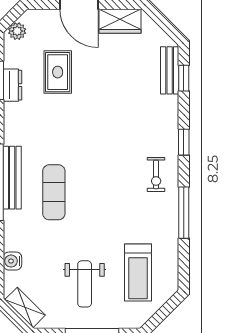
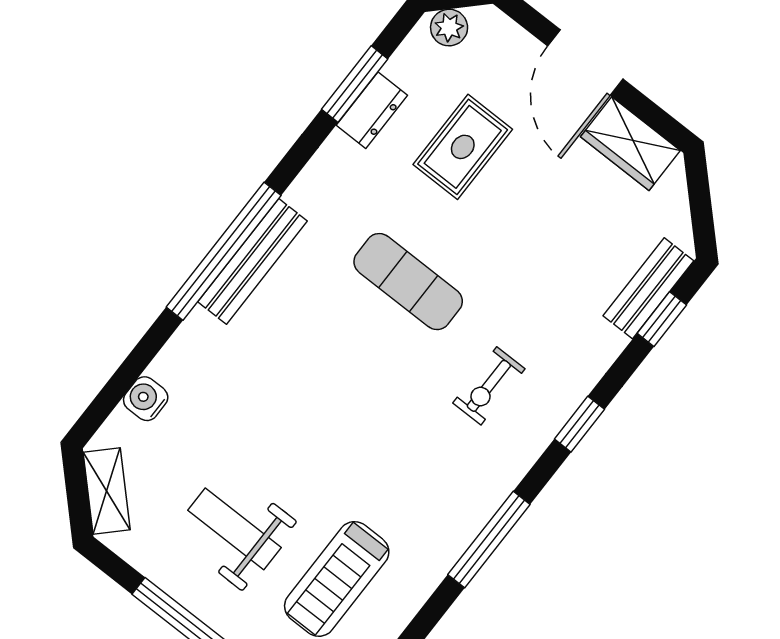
exercise bike: (156, 174) -> (489, 386), moved
exercise mat: (54, 192) -> (408, 282), moved, turned 90
weight bench: (85, 284) -> (235, 529), turned 90

